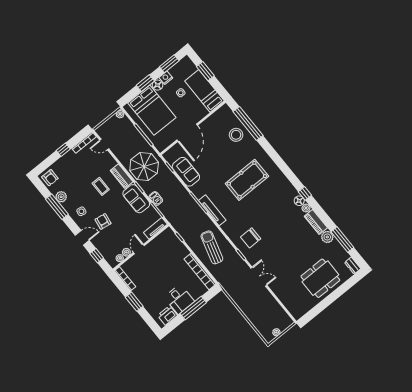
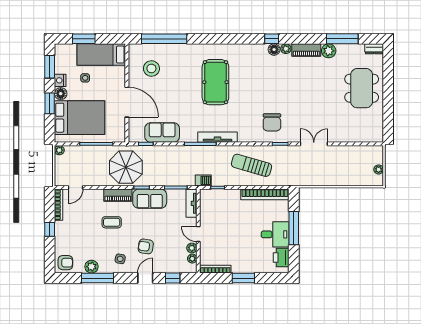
stool: (236, 135) -> (151, 68), moved
barbecue: (156, 199) -> (203, 180), moved

